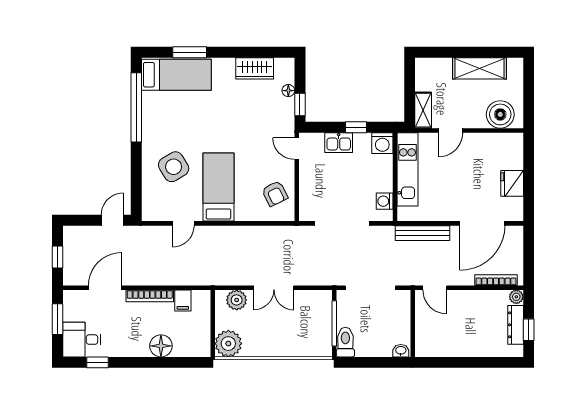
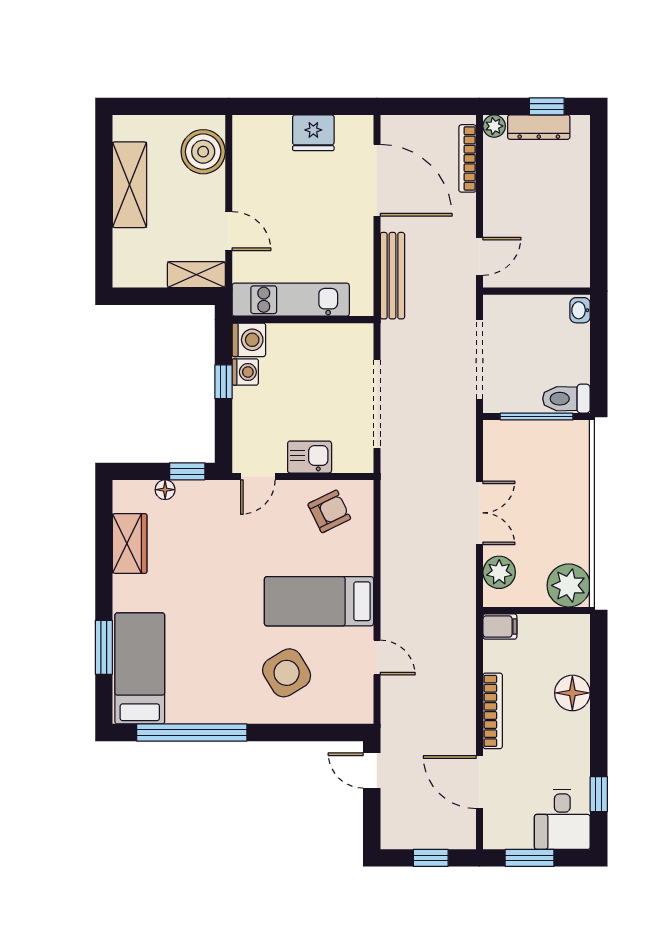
kitchen sink: (339, 143) -> (310, 457), moved, turned -90
washing machine: (385, 201) -> (245, 372), moved, turned -90
filing cabinet: (183, 300) -> (500, 627), moved

